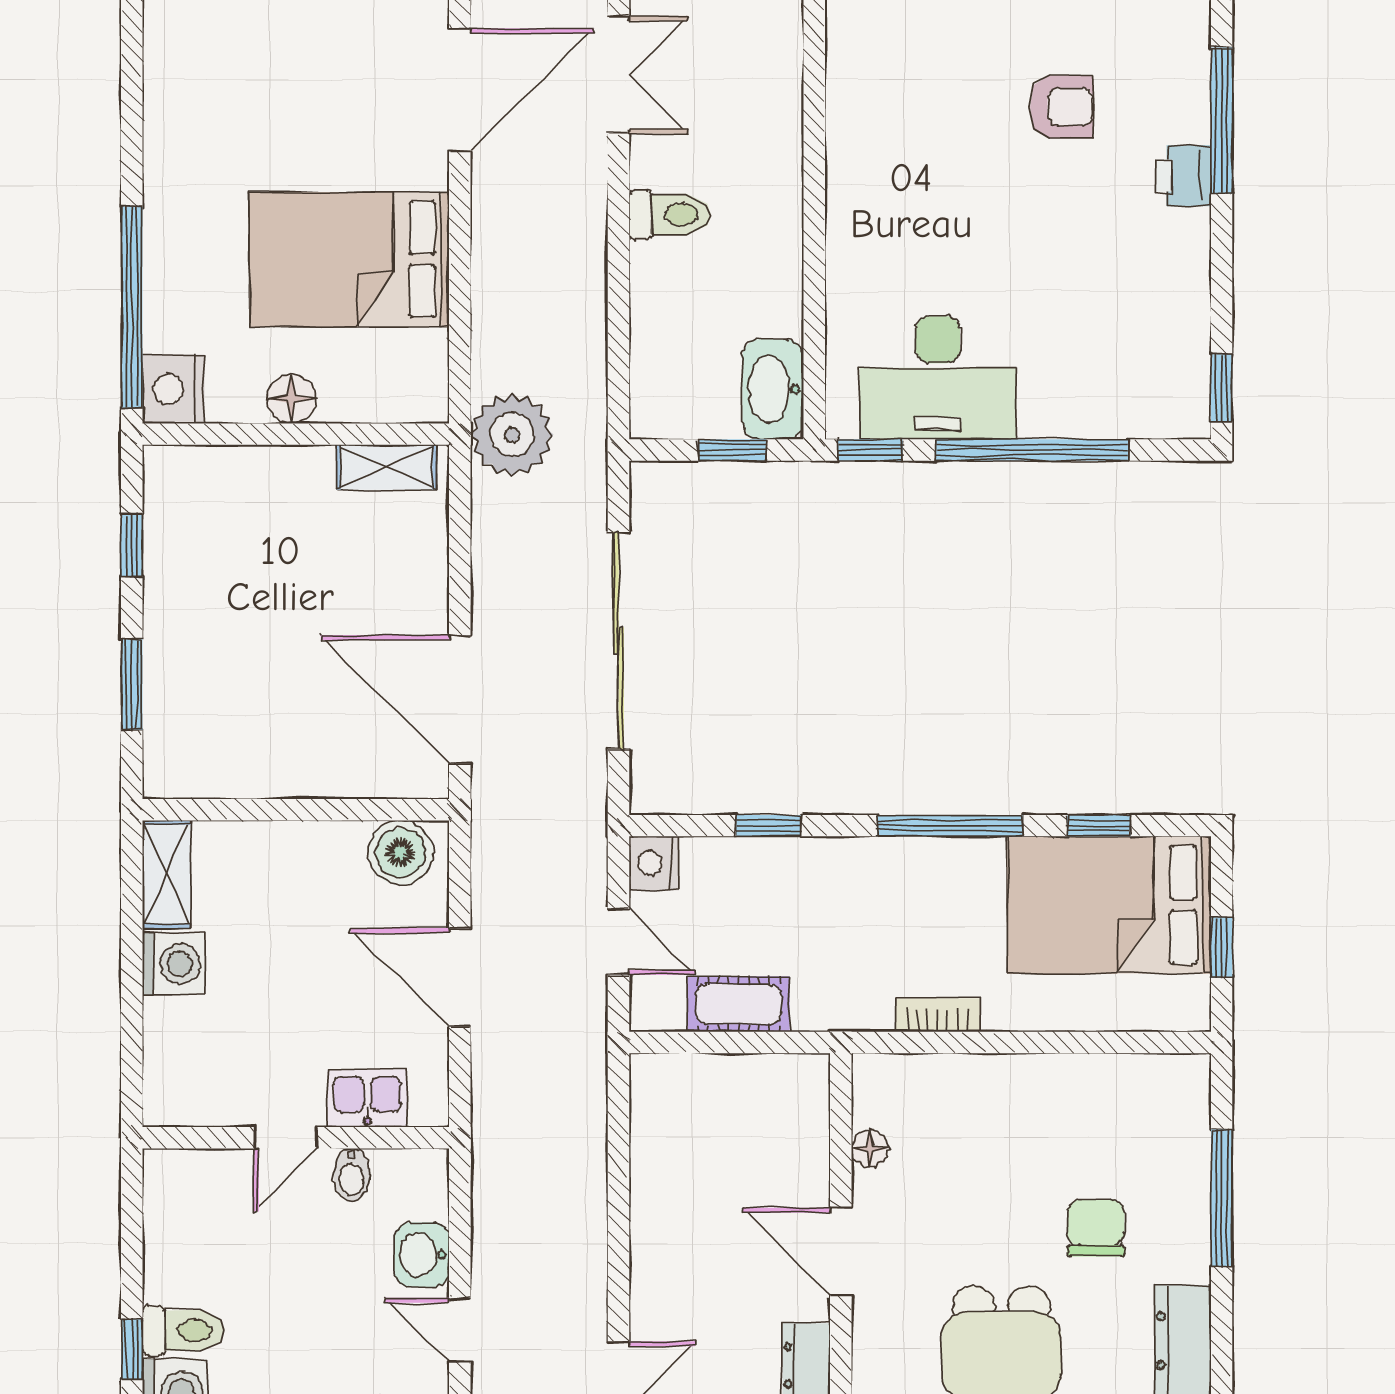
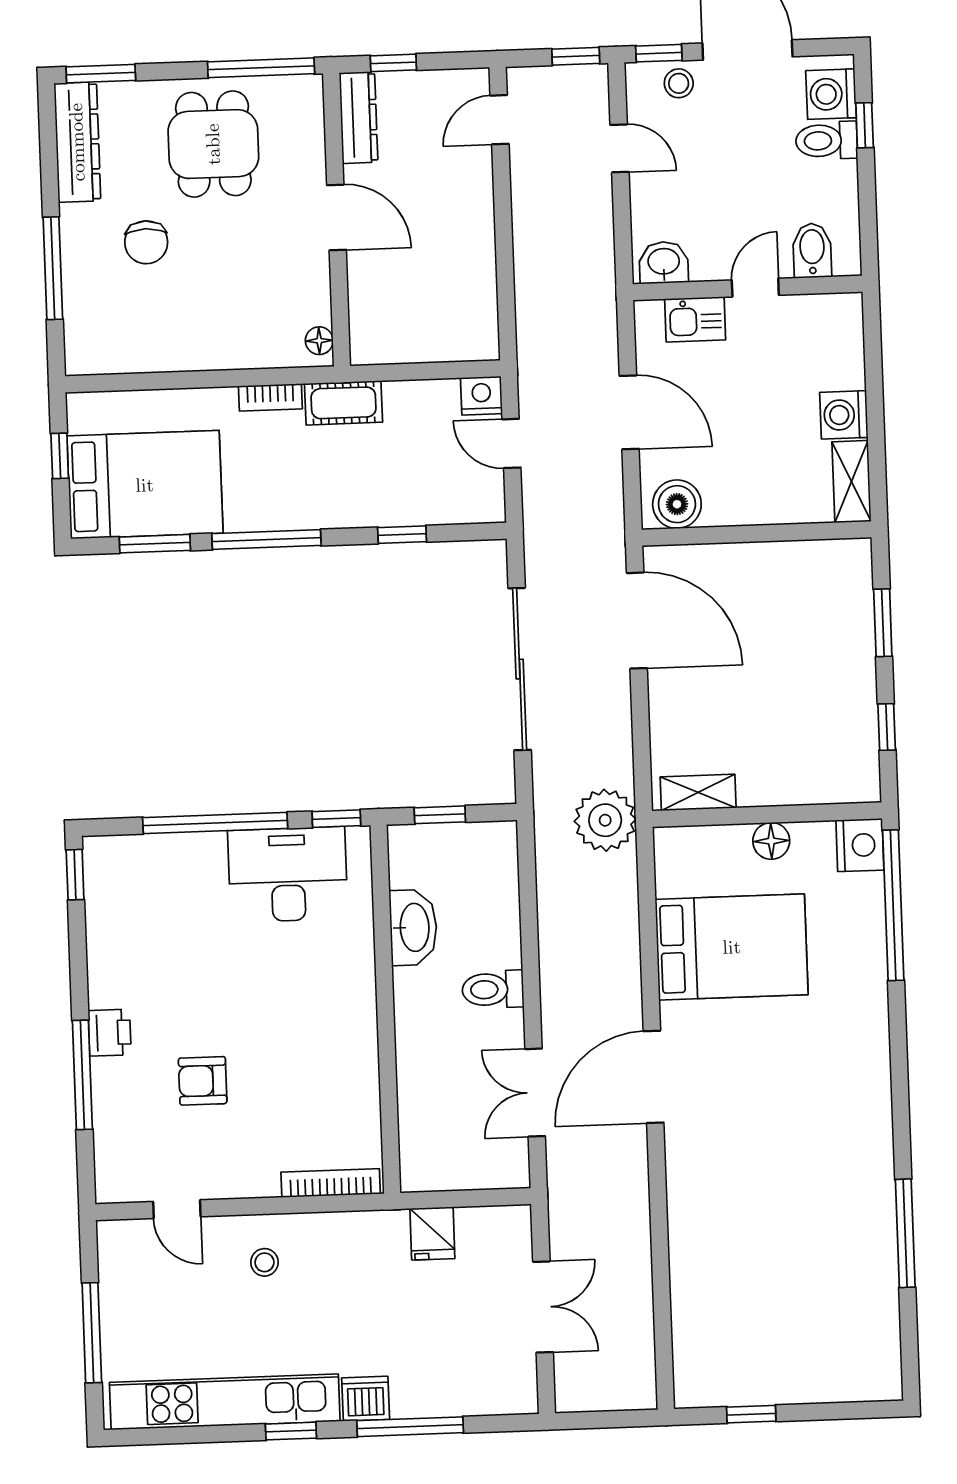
washbasin: (773, 389) -> (413, 927), moved
window: (1099, 826) -> (155, 544), width x1.50
nightstand: (654, 863) -> (481, 396), moved, turned -90
cot: (739, 1004) -> (344, 403), moved
floor lamp: (870, 1149) -> (319, 341), moved
bidet: (352, 1175) -> (812, 250), moved, width x1.38, depth x1.36
washbasin: (422, 1255) -> (664, 262), moved, turned -90

